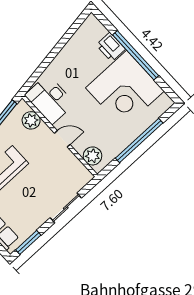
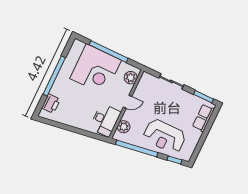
printer: (111, 47) -> (51, 104), moved
corner desk: (125, 89) -> (96, 69), moved, turned 90
door: (62, 139) -> (127, 102), swing flipped

